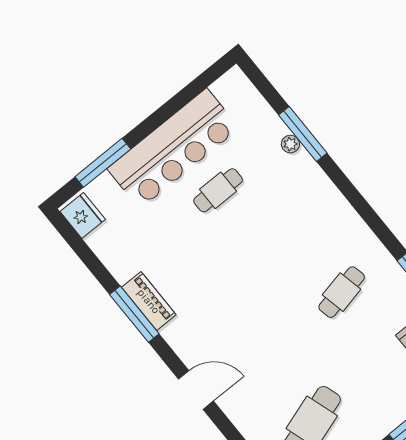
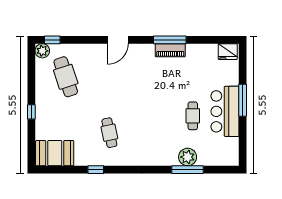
plant: (290, 144) -> (188, 157), width x1.88, depth x1.88
bar counter: (173, 148) -> (225, 111), width x0.73
window: (103, 163) -> (243, 100), moved

